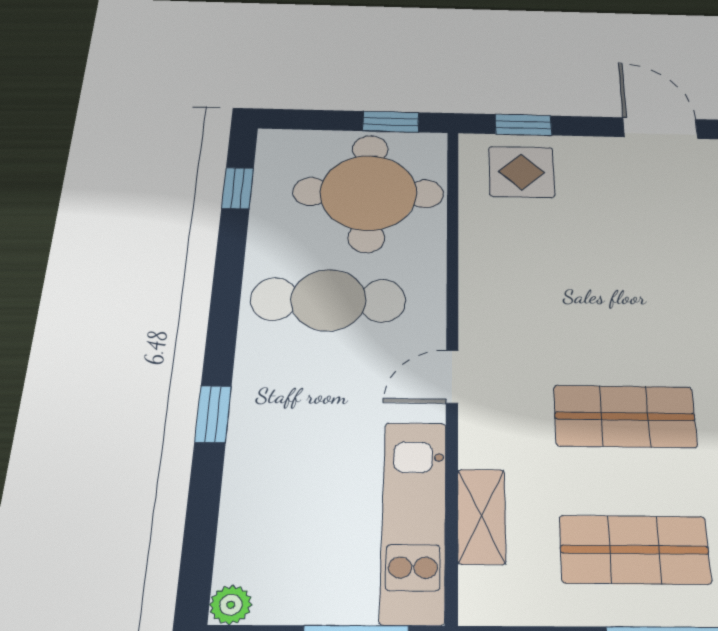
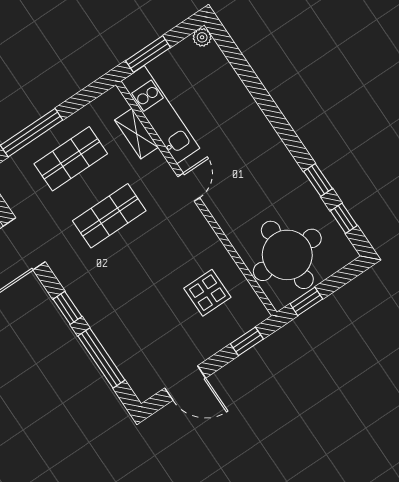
display table: (521, 172) -> (207, 293), moved
cafe table: (328, 300) -> (264, 189), removed
window: (213, 414) -> (318, 180), moved

